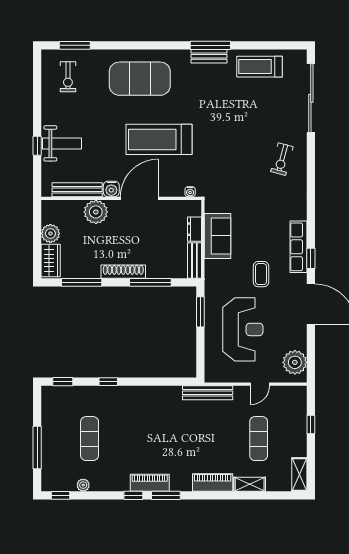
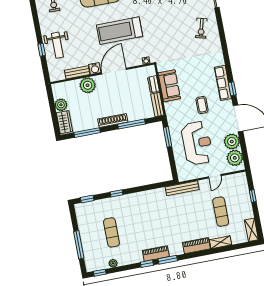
weight bench: (62, 143) -> (57, 45), turned 90
bench: (77, 190) -> (77, 72), width x0.73
plant: (295, 337) -> (232, 142), added

